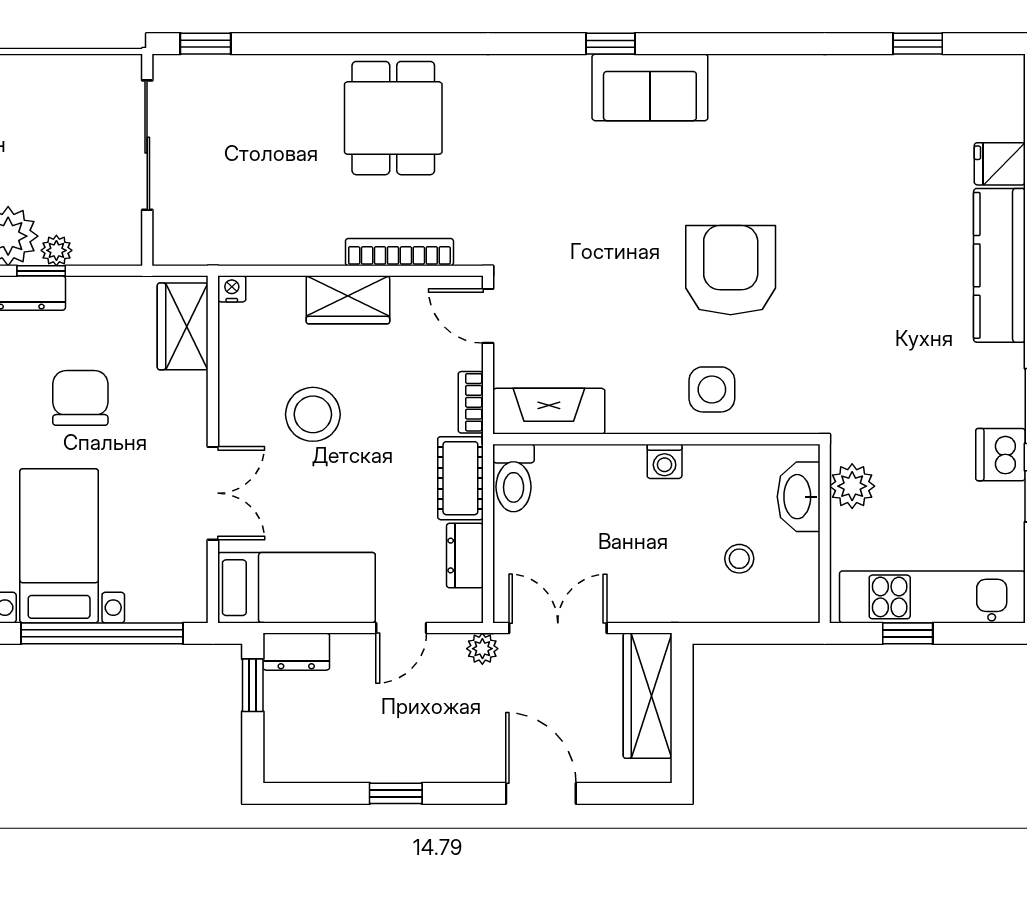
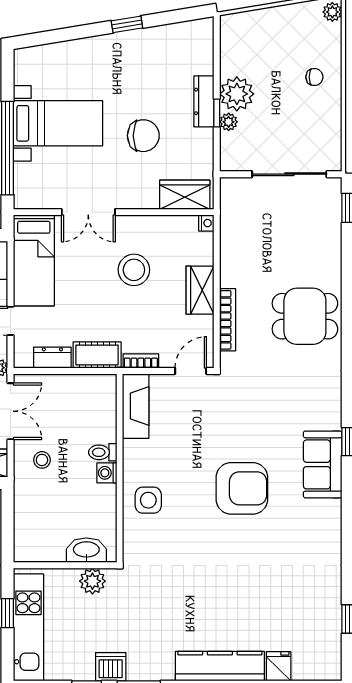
armchair: (731, 270) -> (242, 488), moved
toilet: (514, 478) -> (103, 452), moved, width x0.73, depth x0.72
stool: (739, 559) -> (42, 460), moved

